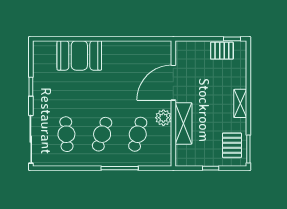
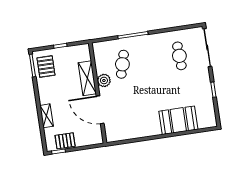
door: (173, 83) -> (100, 110), swing flipped
shelving: (240, 103) -> (47, 116), moved
cafe table: (102, 134) -> (151, 60), removed

